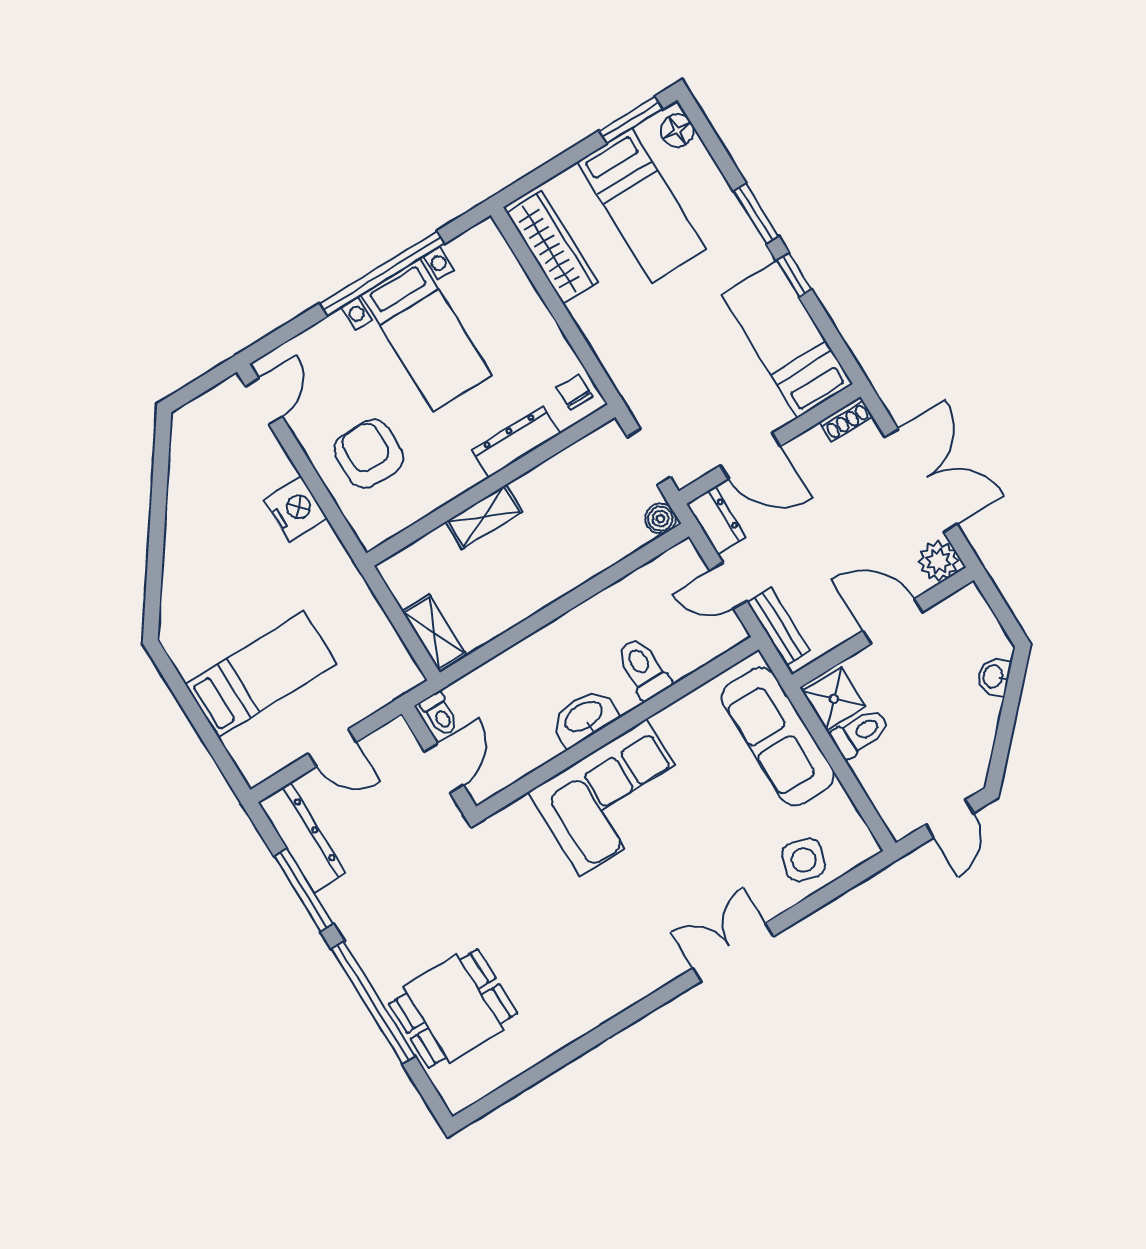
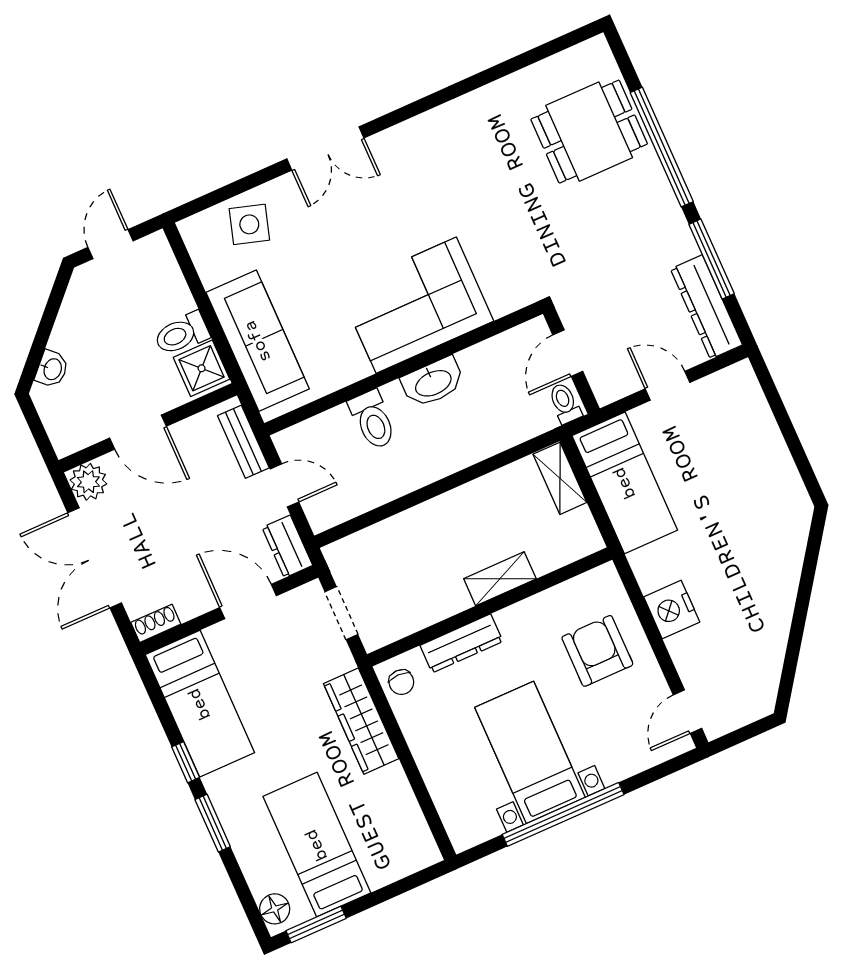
wardrobe: (552, 247) -> (361, 721), moved
armchair: (369, 454) -> (597, 651), turned 180
boiler: (661, 519) -> (338, 555), removed
bed: (261, 674) -> (625, 483), moved, turned -90

